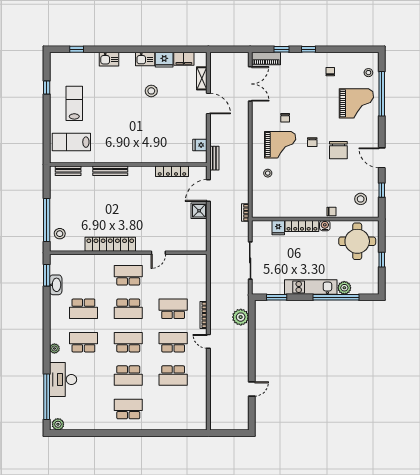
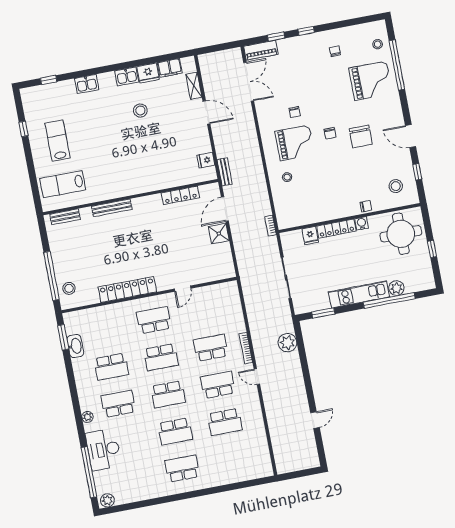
school desk: (128, 342) -> (168, 394), turned 180

